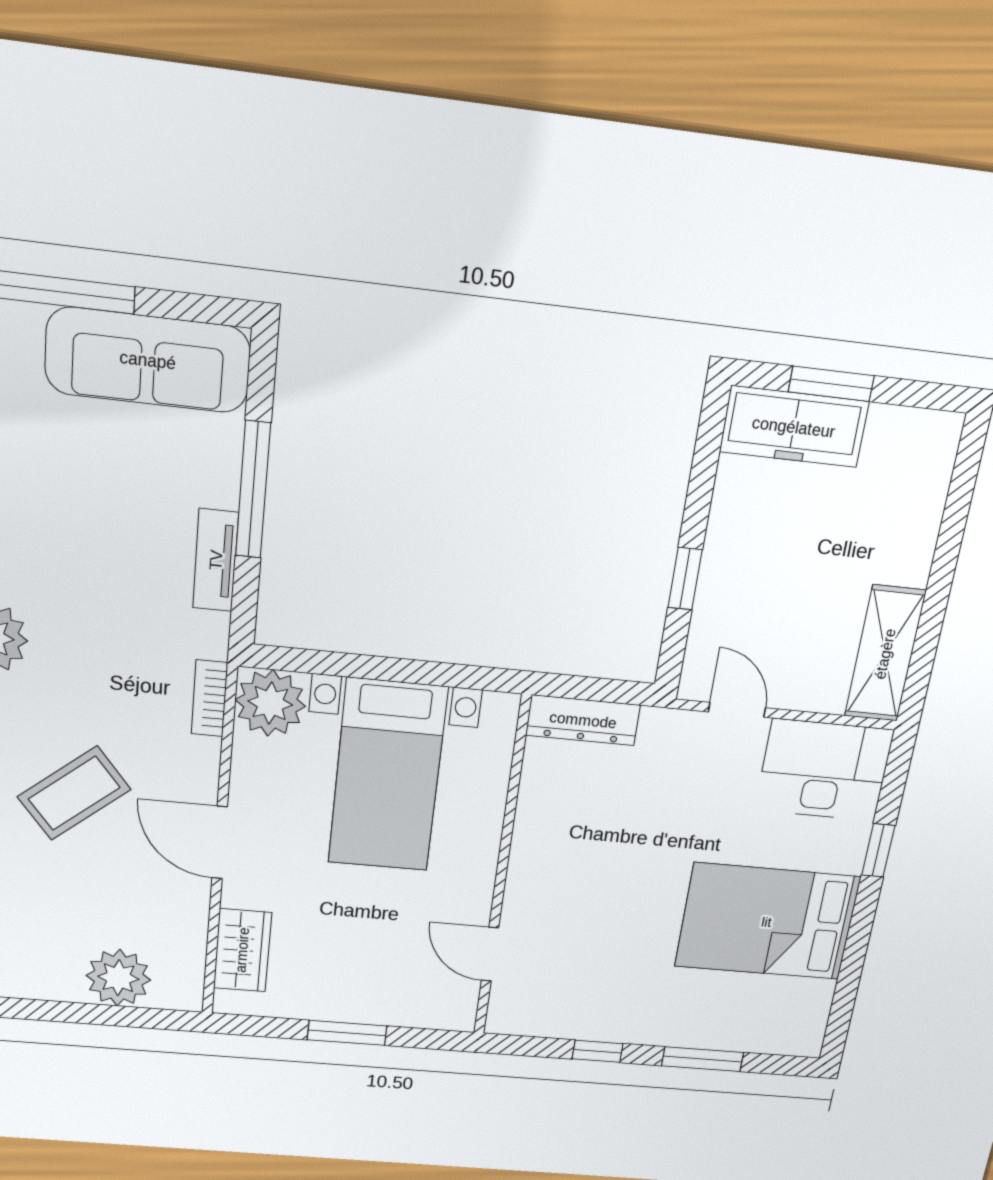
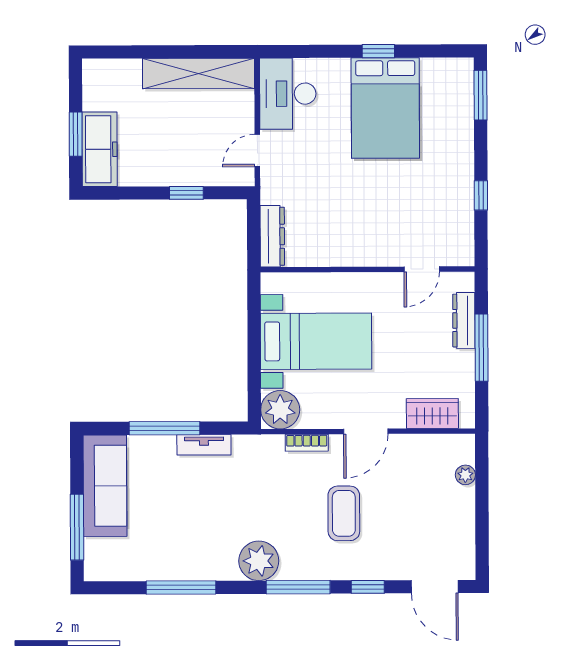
shelving: (885, 654) -> (199, 74), width x1.47
bookcase: (209, 698) -> (307, 443), moved
coffee table: (74, 793) -> (344, 513), turned 39
window: (878, 850) -> (378, 51), moved
plant: (118, 978) -> (465, 475), width x0.53, depth x0.53
dresser: (396, 1010) -> (464, 320), added
window: (347, 1033) -> (481, 348), width x1.44
window: (703, 1059) -> (481, 95), moved

